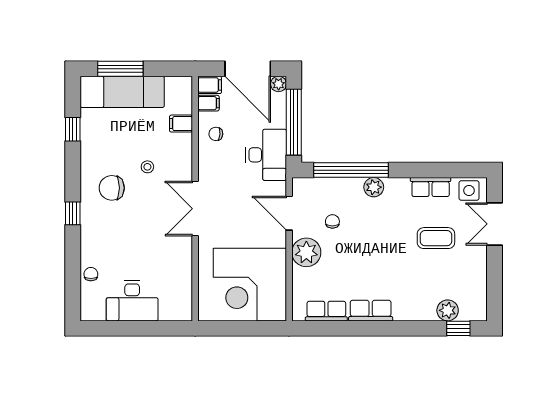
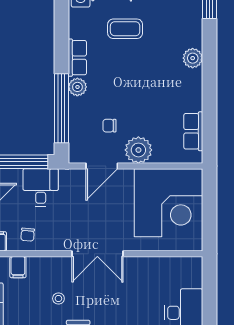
desk: (266, 155) -> (41, 188), width x0.73
row of seats: (431, 187) -> (77, 58), moved
coffee table: (436, 238) -> (125, 29), turned 90
plant: (448, 310) -> (193, 58), moved
row of seats: (371, 311) -> (193, 90), removed

